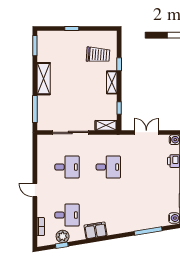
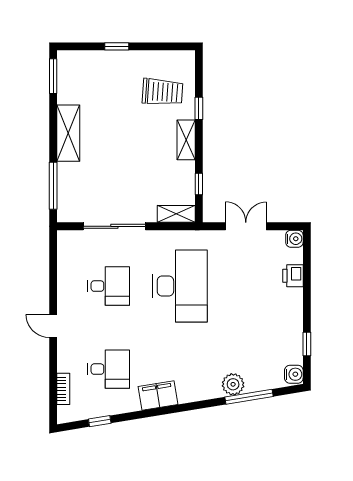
desk: (108, 167) -> (180, 286), width x1.87, depth x1.30
plant: (63, 236) -> (233, 384), moved

